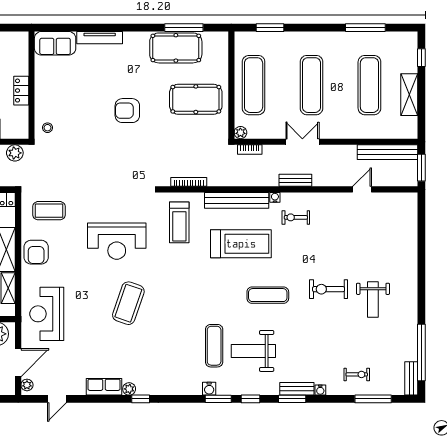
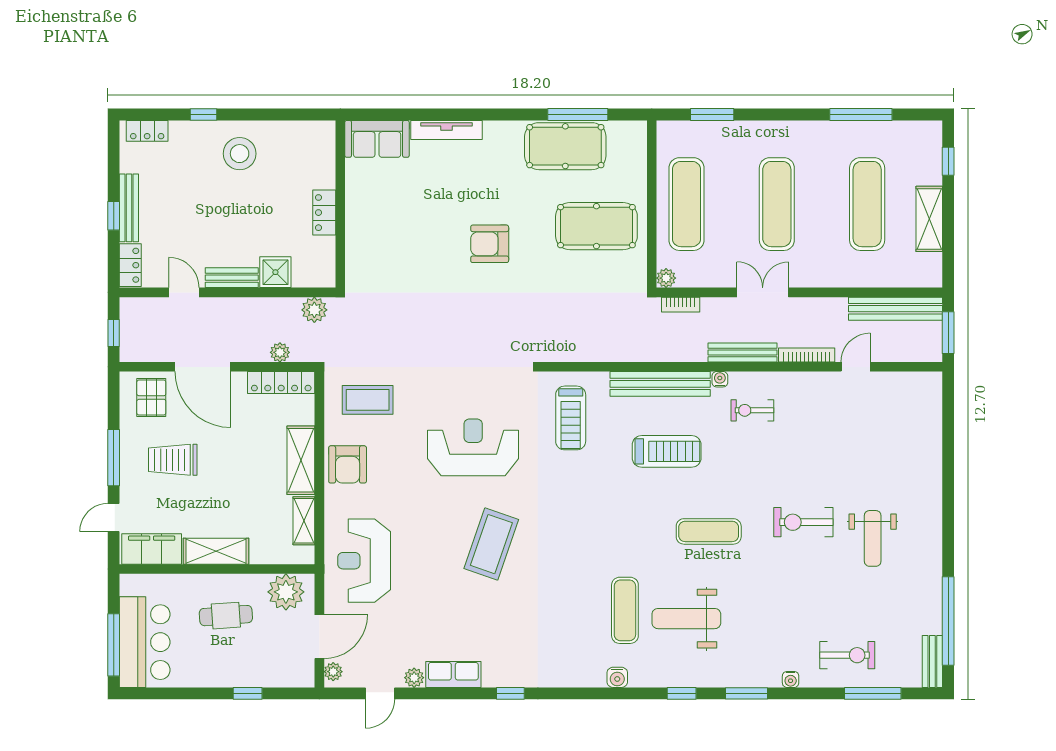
stool: (47, 128) -> (365, 270), removed
bench: (295, 180) -> (743, 353), width x1.36
bookcase: (189, 182) -> (807, 355), moved
reception desk: (117, 241) -> (473, 447), turned 180
treadmill: (241, 244) -> (667, 451), width x0.73, depth x0.73
exercise bike: (357, 374) -> (847, 655), width x1.38, depth x1.39
plant: (129, 389) -> (414, 678), moved
bench: (297, 389) -> (754, 677), removed
window: (218, 399) -> (631, 693), removed

